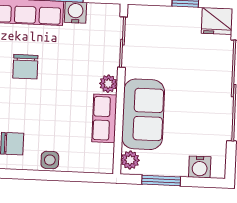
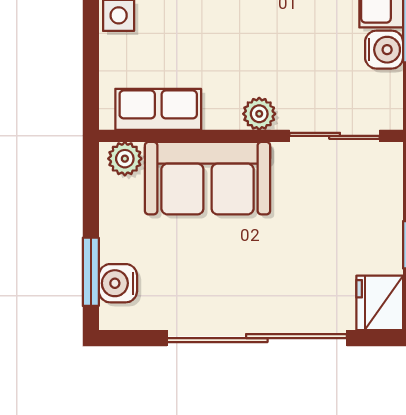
row of seats: (104, 118) -> (158, 109), moved
window: (161, 180) -> (91, 272), moved

